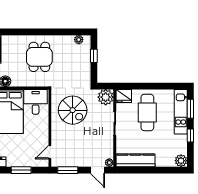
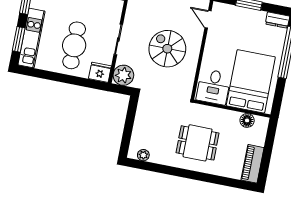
window: (94, 56) -> (128, 131), removed
dining table: (39, 57) -> (198, 143), turned 90
spiral stairs: (73, 110) -> (167, 49), moved
door: (50, 152) -> (208, 19), swing flipped

